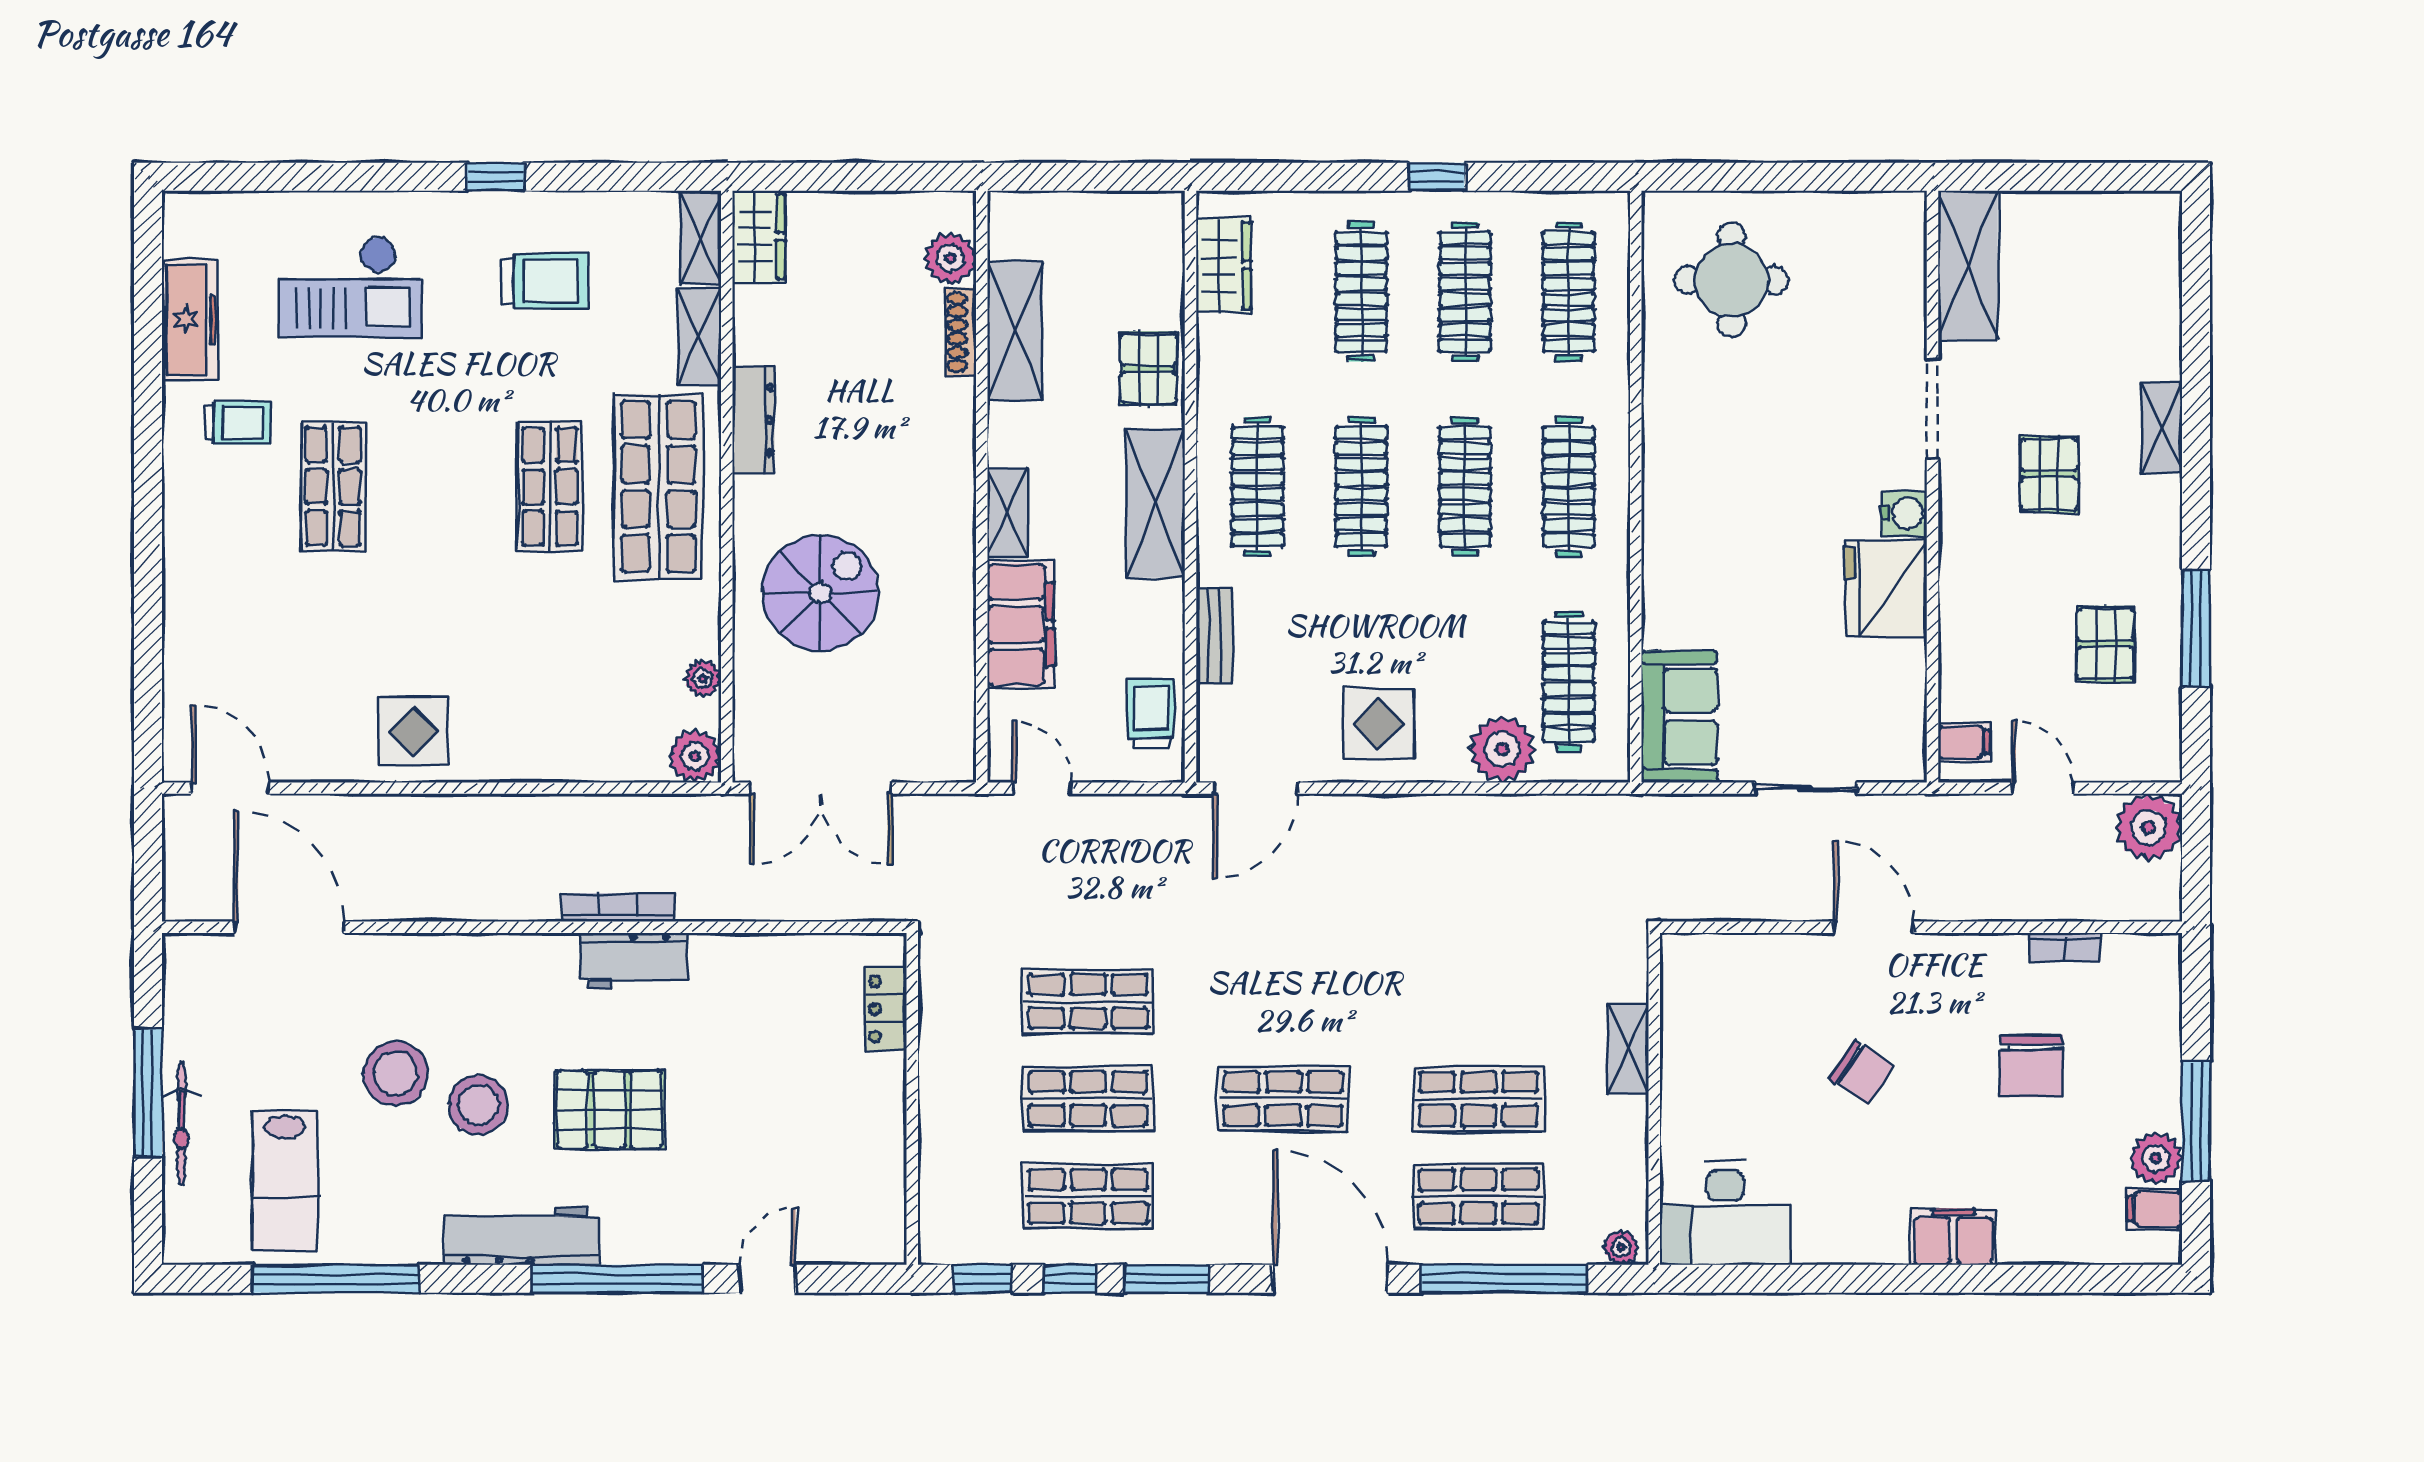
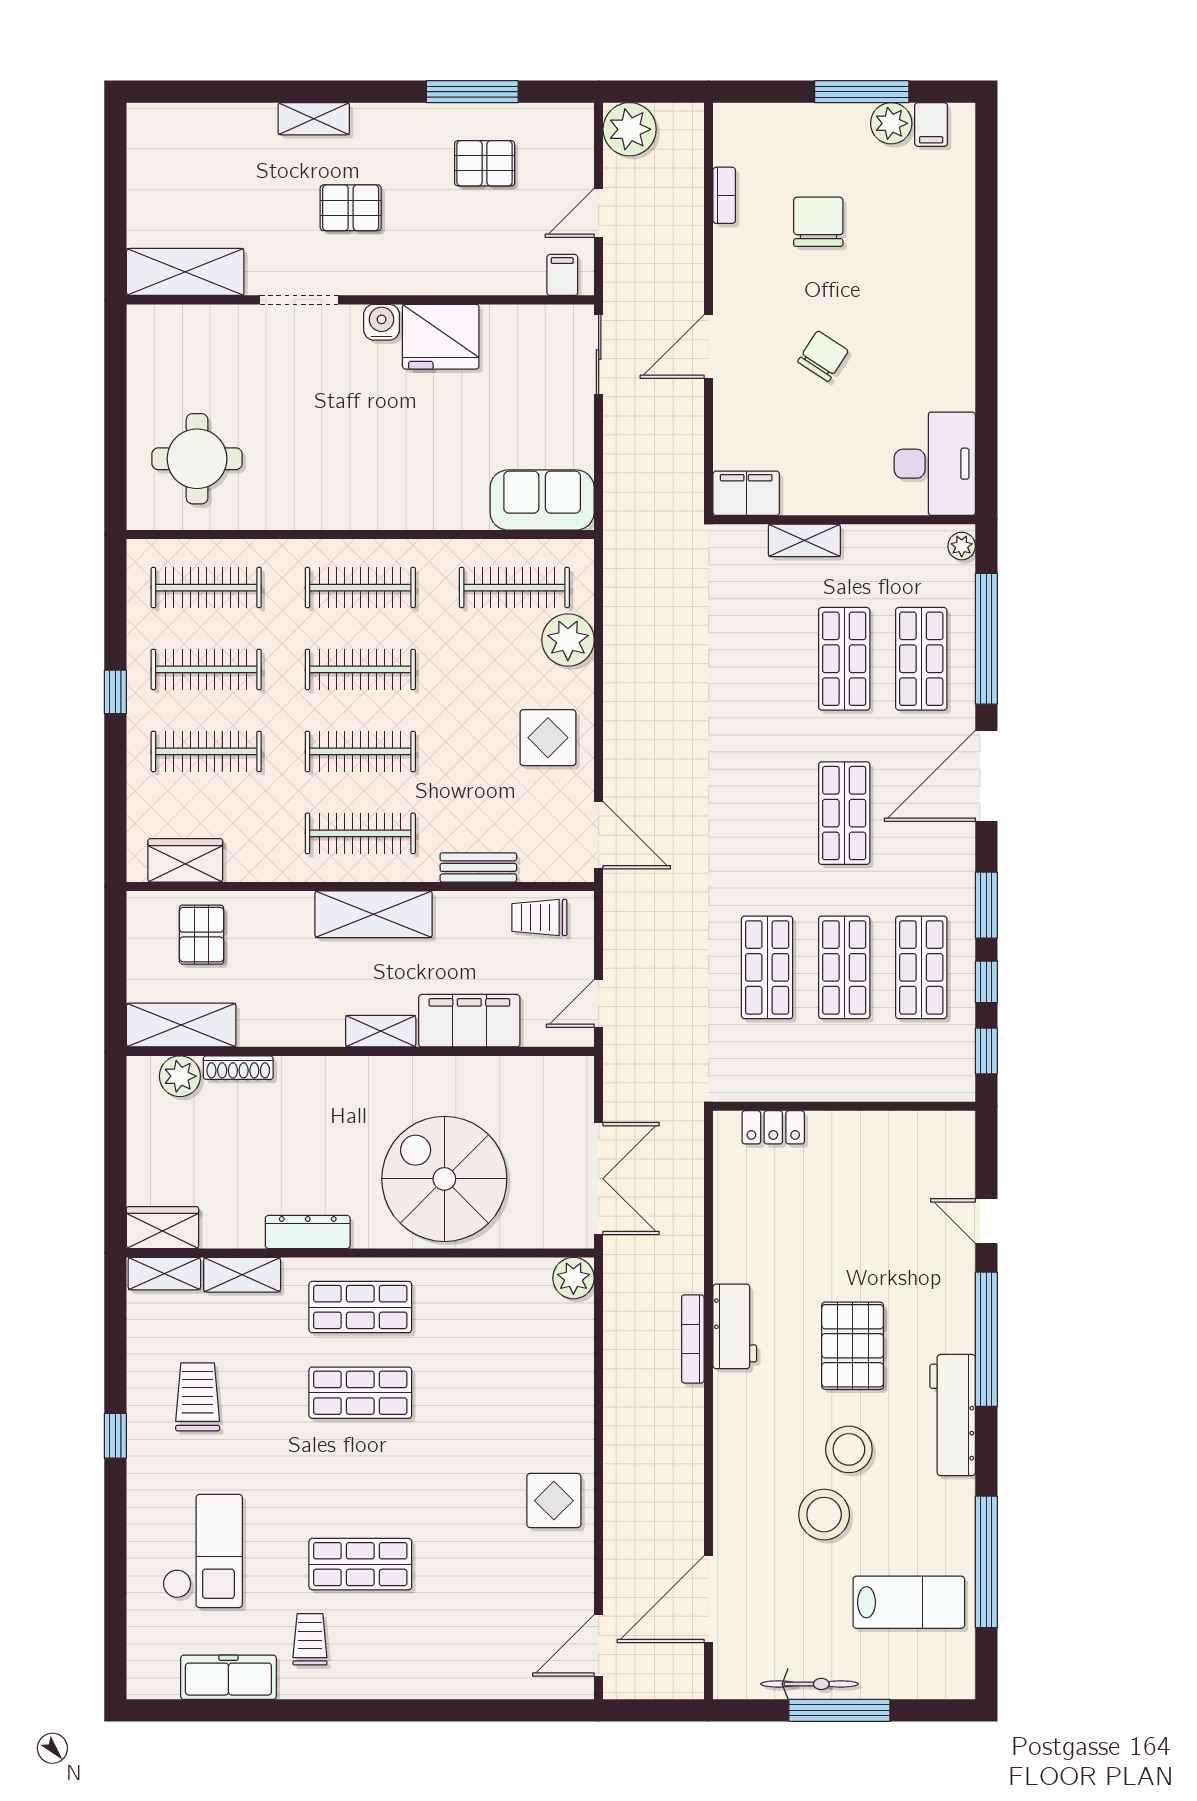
shelving: (1015, 331) -> (181, 1025), moved
pallet: (1148, 369) -> (202, 935), moved, turned 90
shop shelf: (658, 487) -> (360, 1307), width x0.70, depth x0.74
spiral stairs: (820, 593) -> (444, 1179), width x1.37, depth x1.37
plant: (703, 678) -> (512, 1272), removed
sliding door: (1806, 788) -> (599, 355), moved
chair: (2031, 1066) -> (818, 222), turned -90
bicycle: (181, 1124) -> (810, 1684), moved
filing cabinet: (1953, 1237) -> (746, 493), moved, turned 90

